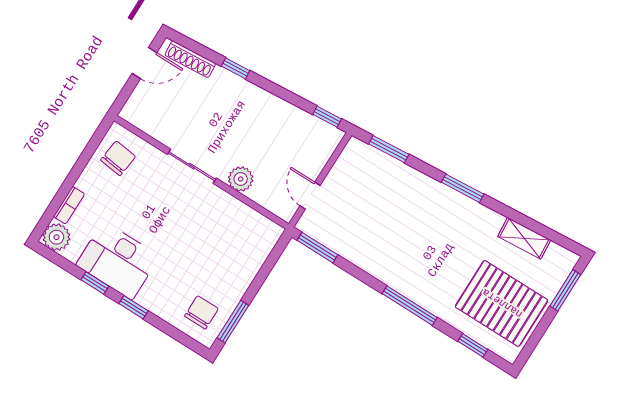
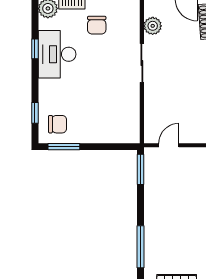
chair: (118, 158) -> (97, 25), moved, turned 83
plant: (241, 179) -> (153, 26), moved
window: (133, 307) -> (35, 113), moved

